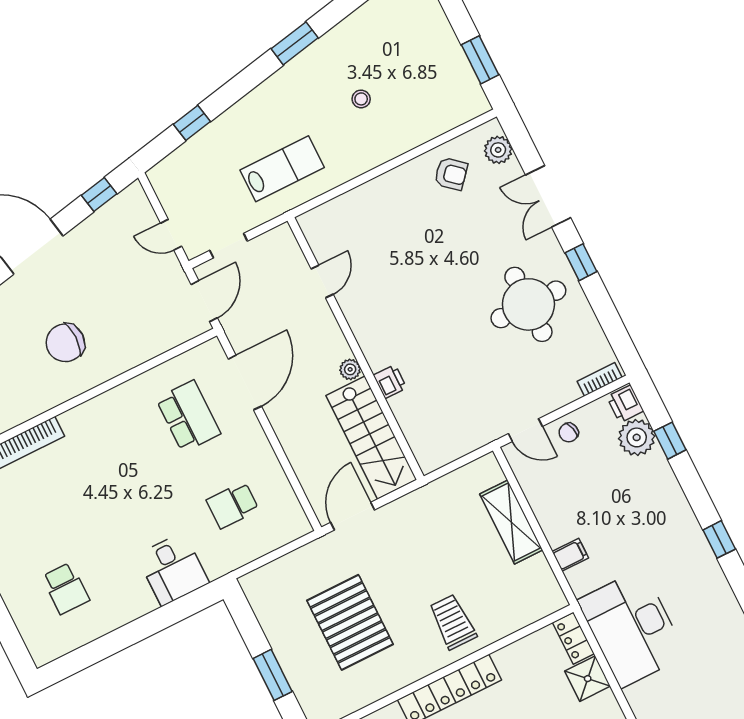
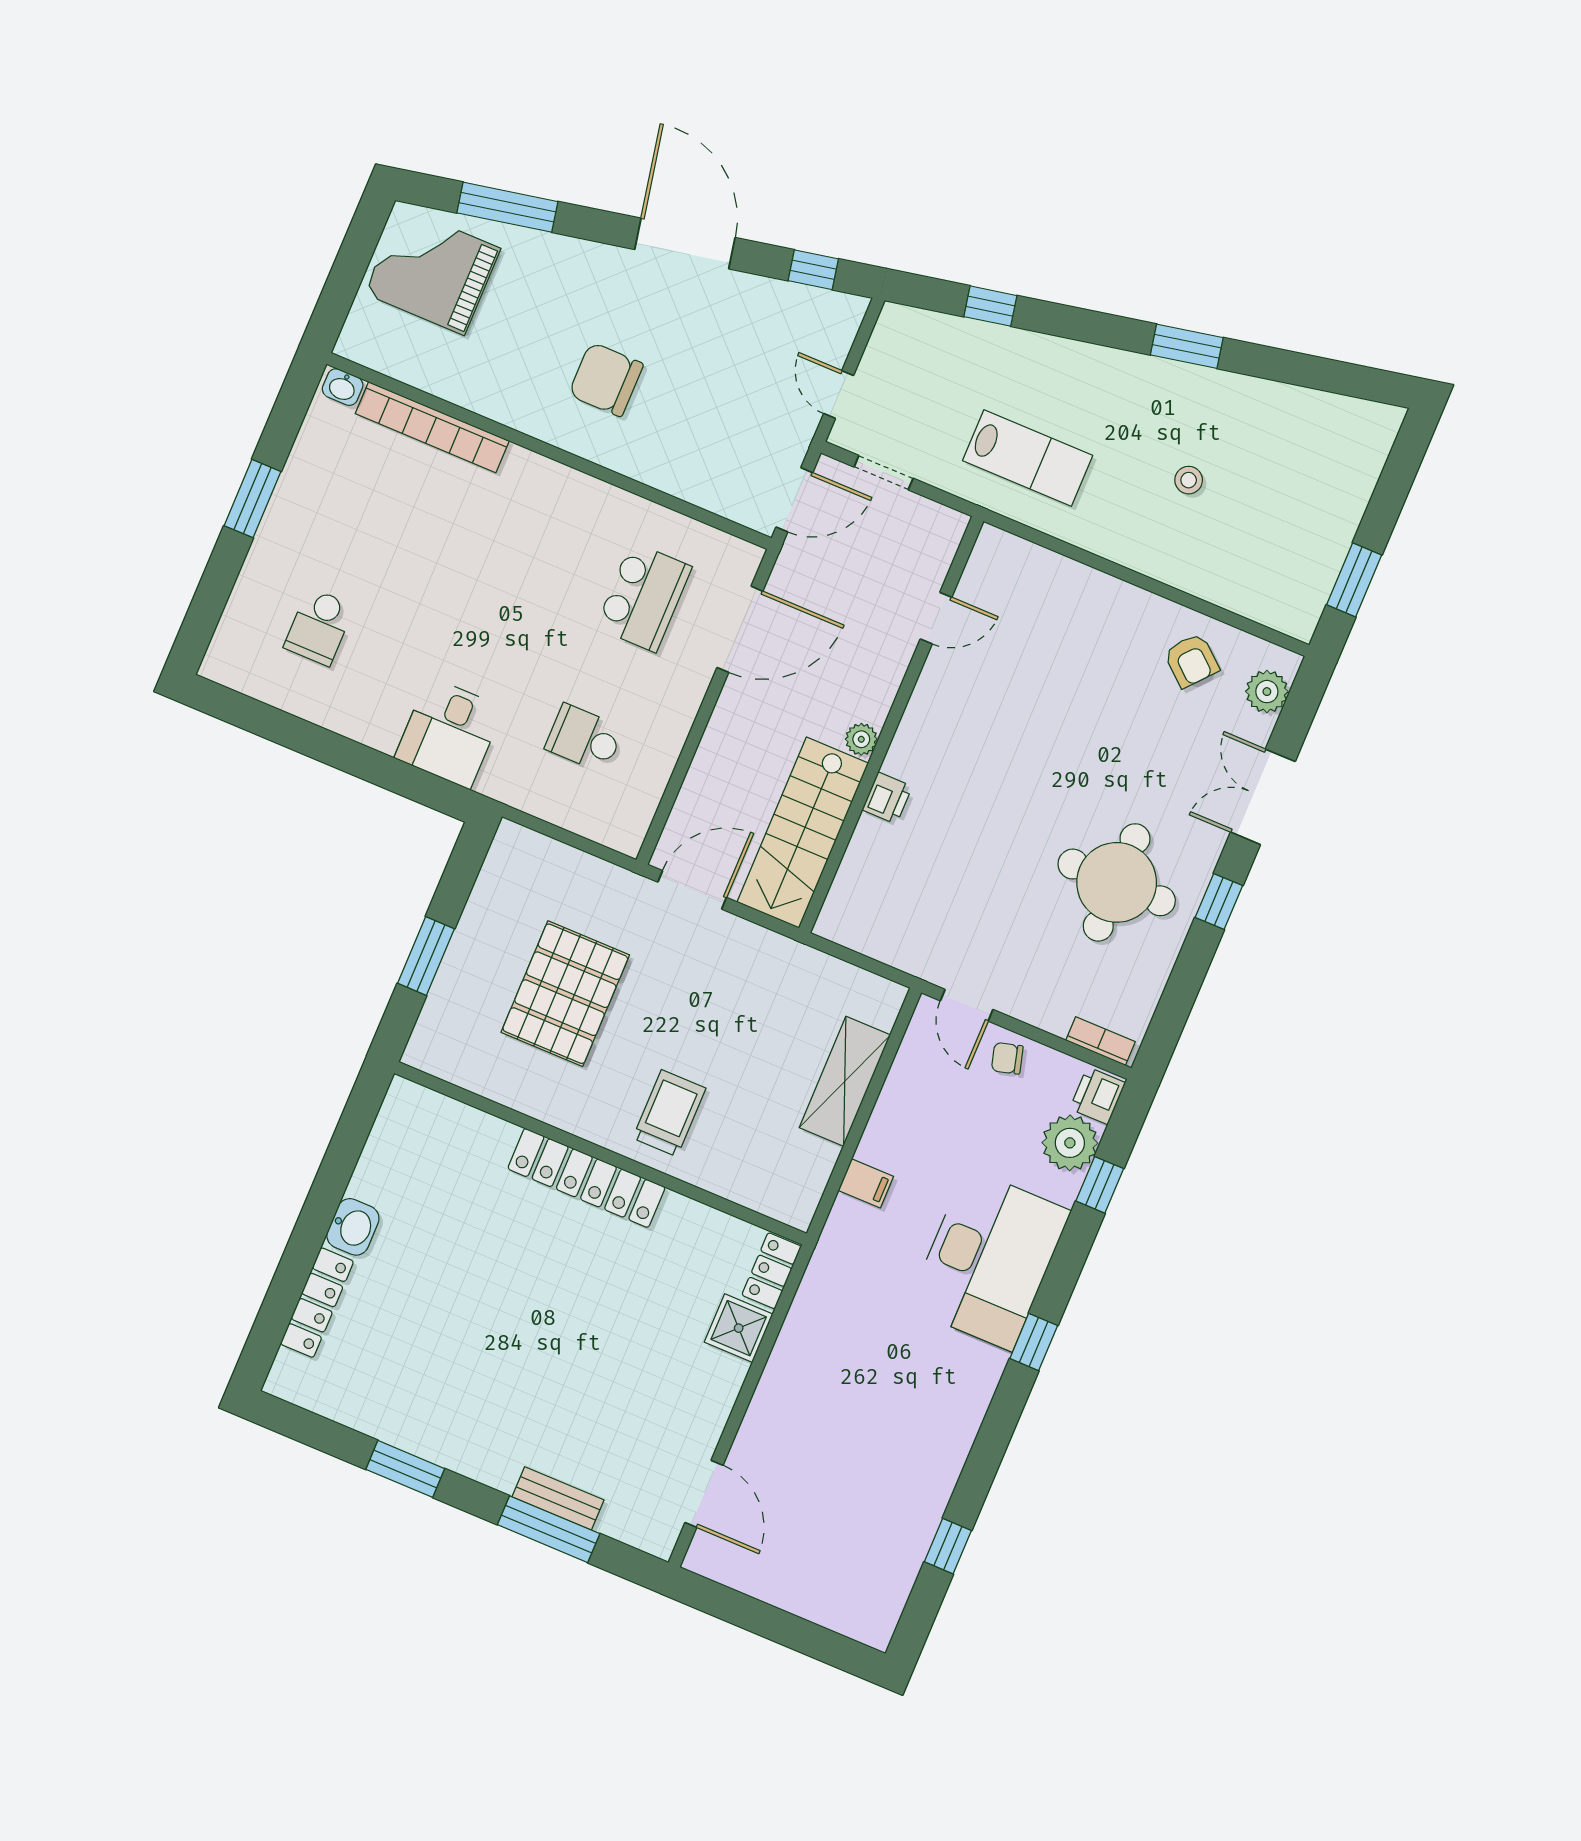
desk: (632, 628) -> (989, 1259), moved, turned 180

